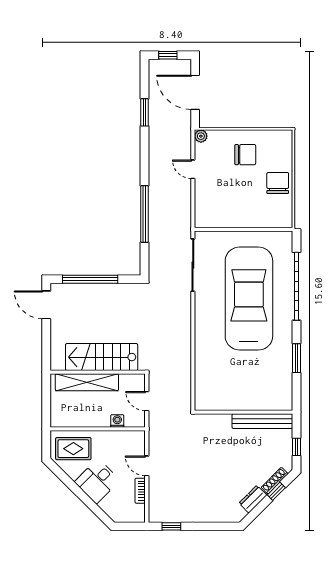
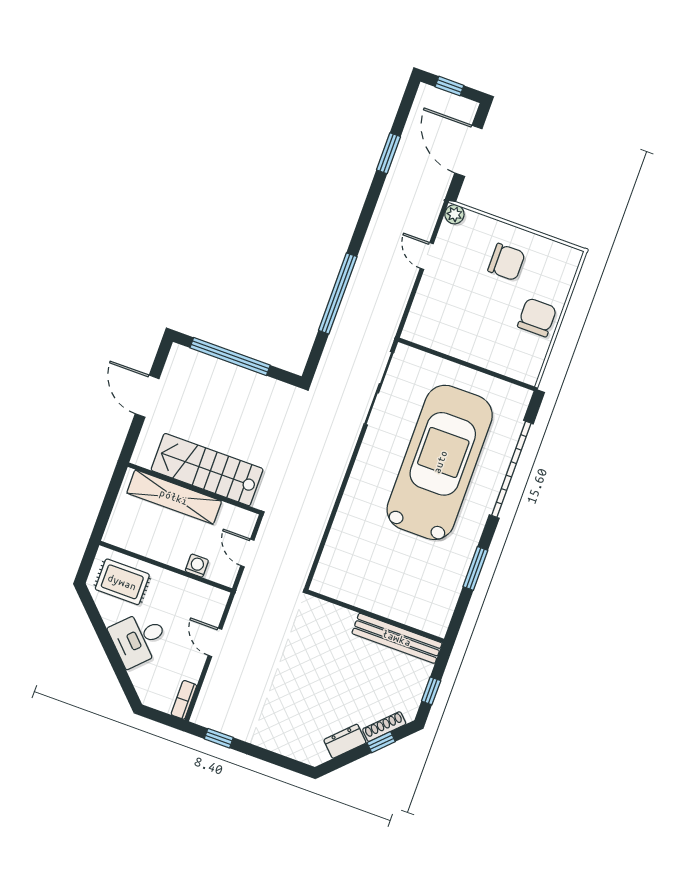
door: (46, 305) -> (147, 396), moved
bookcase: (140, 491) -> (184, 700), moved

